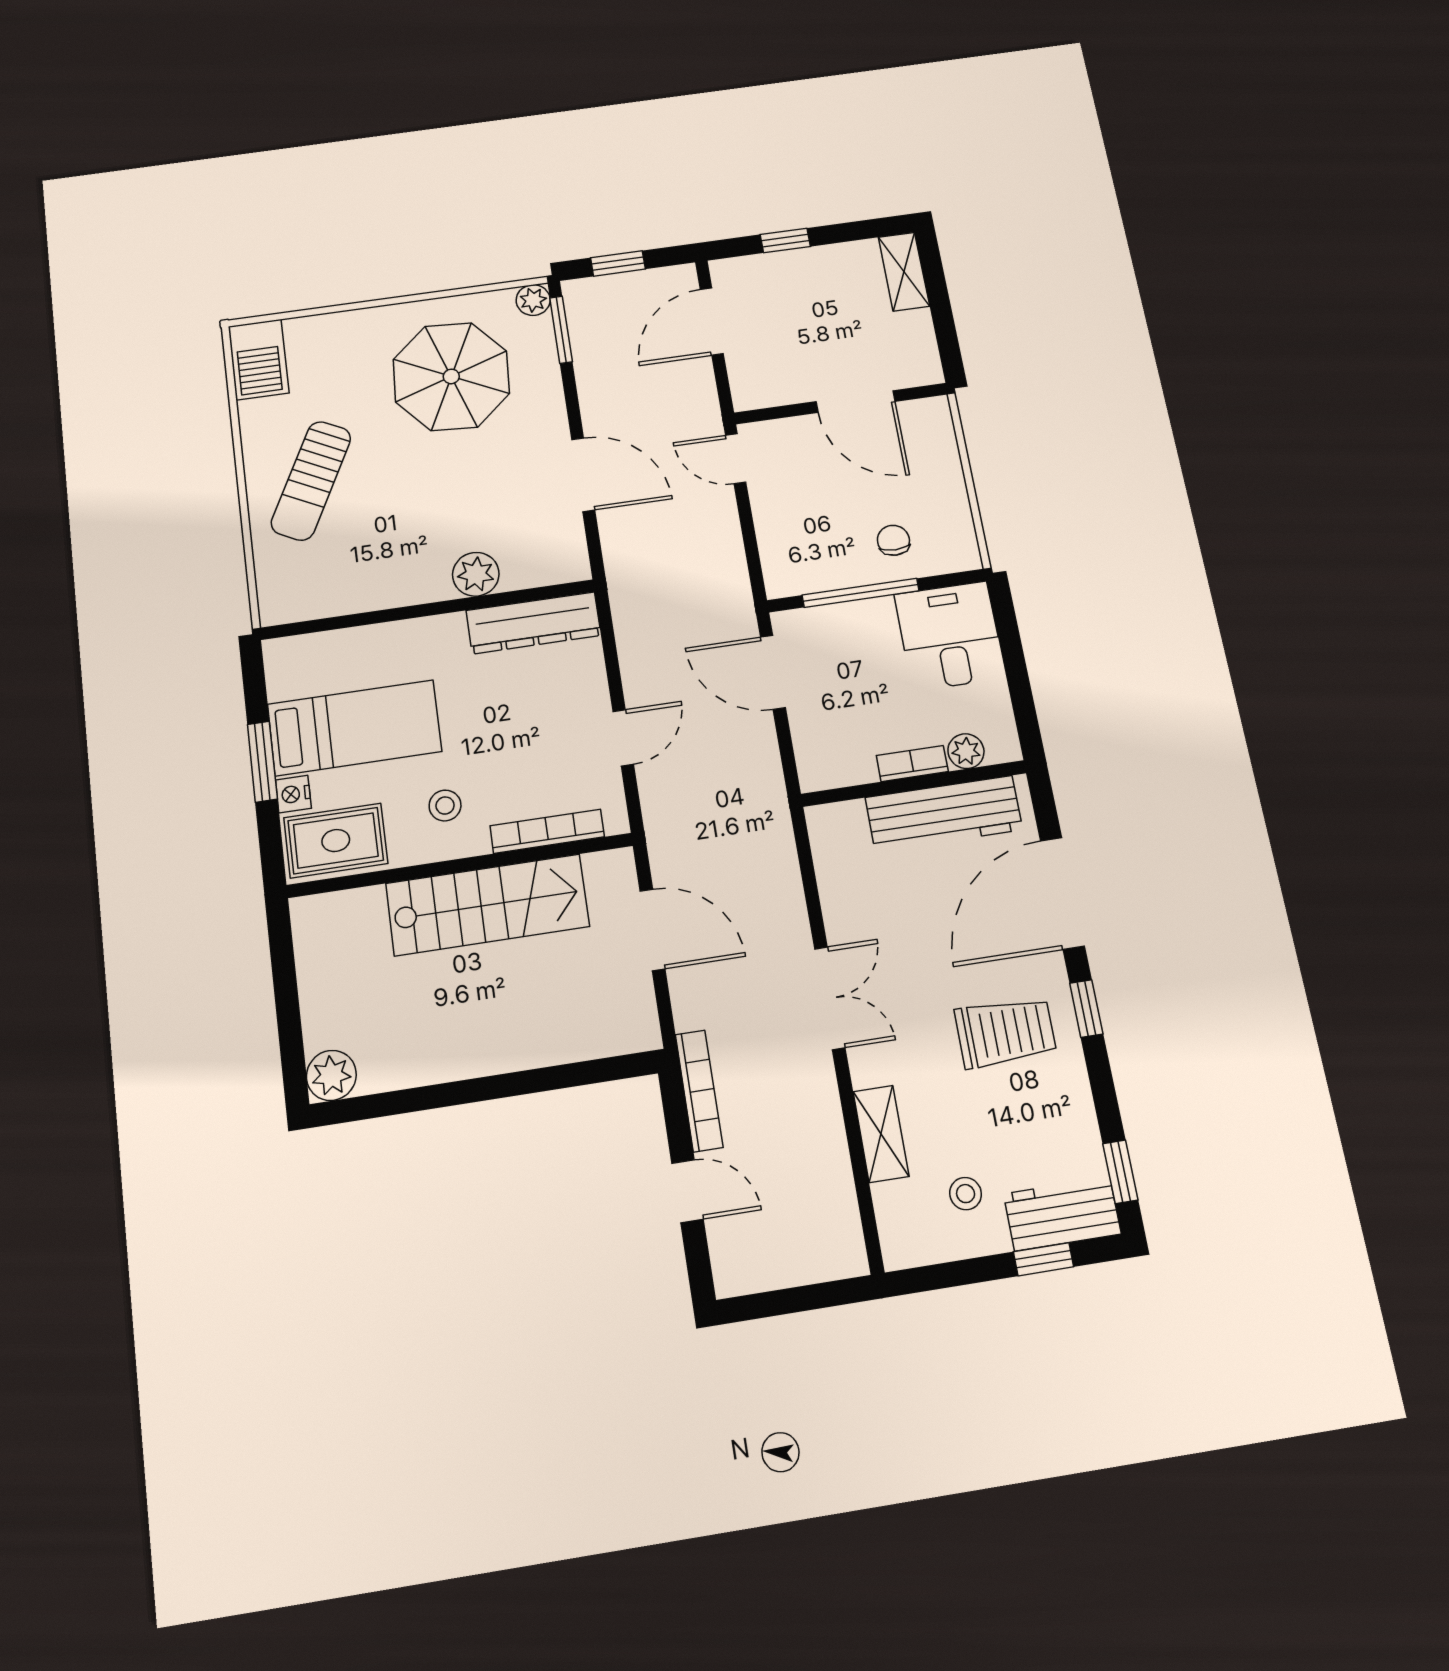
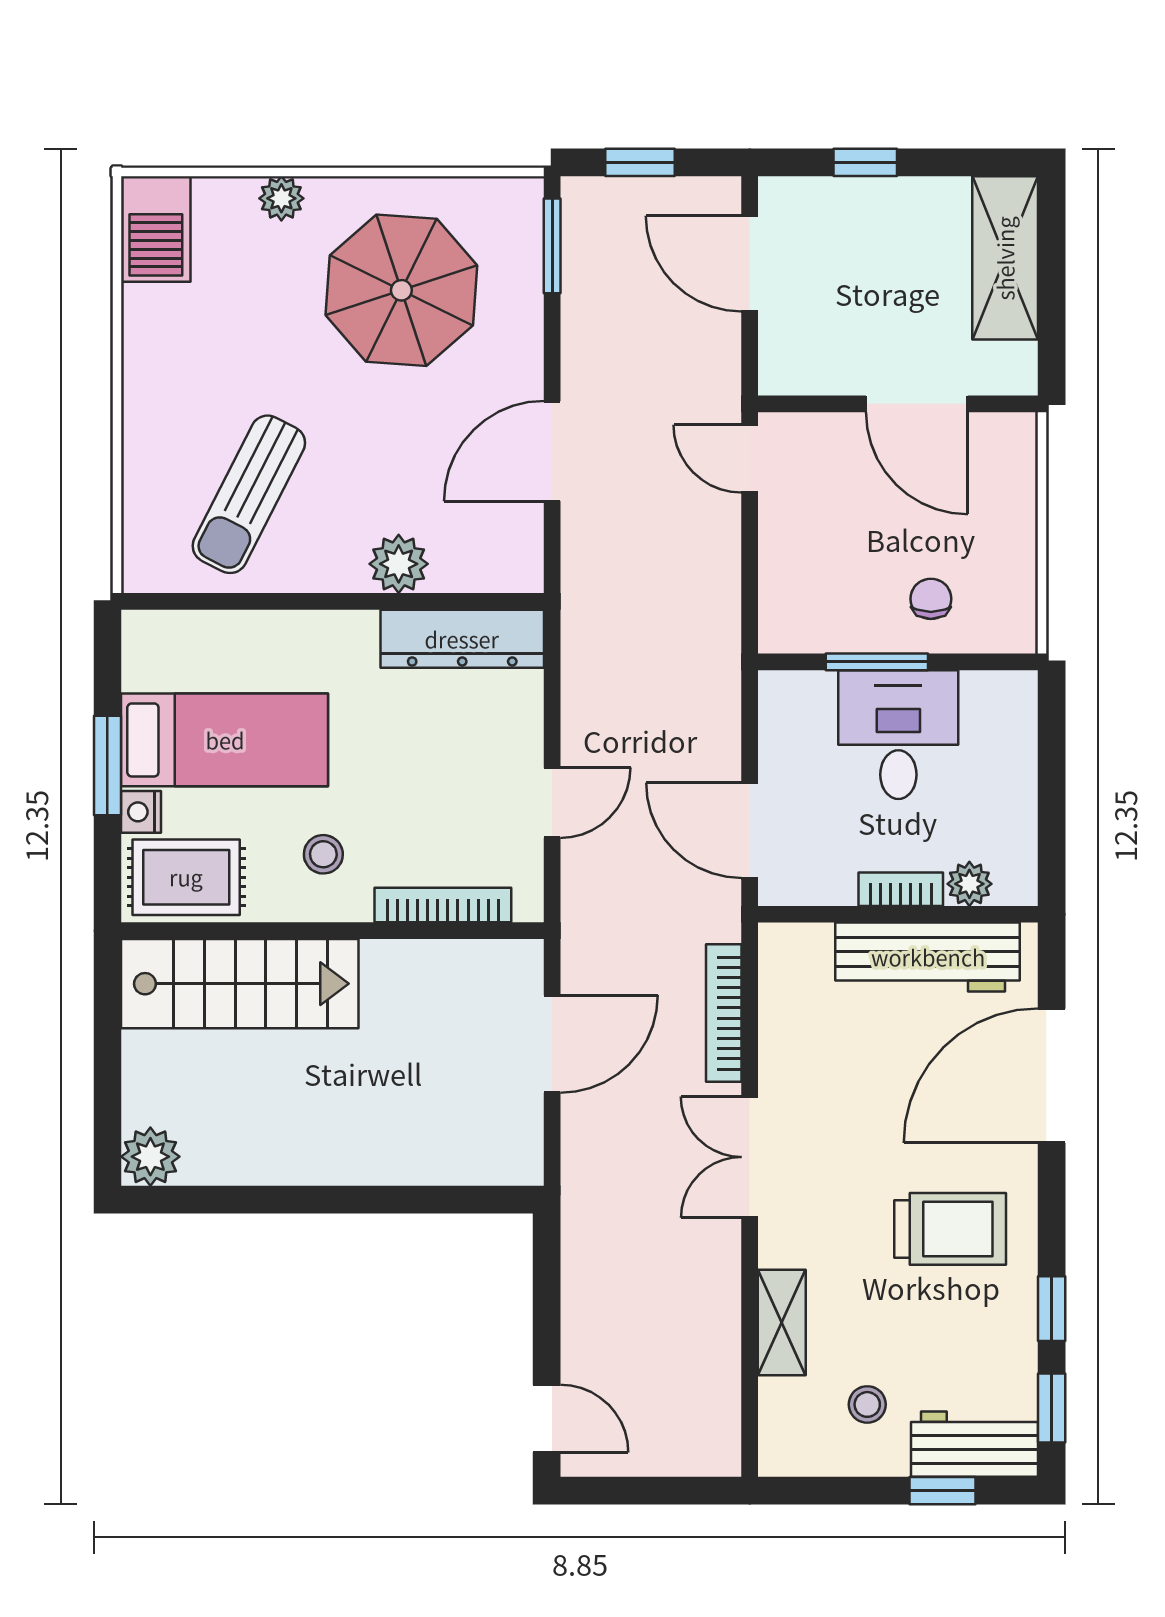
shelving: (904, 272) -> (1005, 258), width x1.50, depth x1.33
plant: (533, 300) -> (281, 198), moved
door: (712, 321) -> (750, 264), hinge flipped
door: (583, 475) -> (552, 451), swing flipped
sun lounger: (311, 481) -> (249, 494), moved
window: (861, 593) -> (877, 662), width x0.69
desk: (950, 636) -> (898, 735), moved
door: (773, 672) -> (750, 830), moved
stairs: (487, 905) -> (240, 984), moved
door: (652, 930) -> (552, 1044), hinge flipped
double door: (830, 998) -> (750, 1157), swing flipped
window: (1086, 1009) -> (1052, 1309), moved
bookcase: (699, 1091) -> (724, 1013), moved, turned 180
door: (688, 1191) -> (547, 1418), moved

